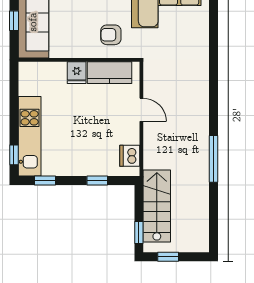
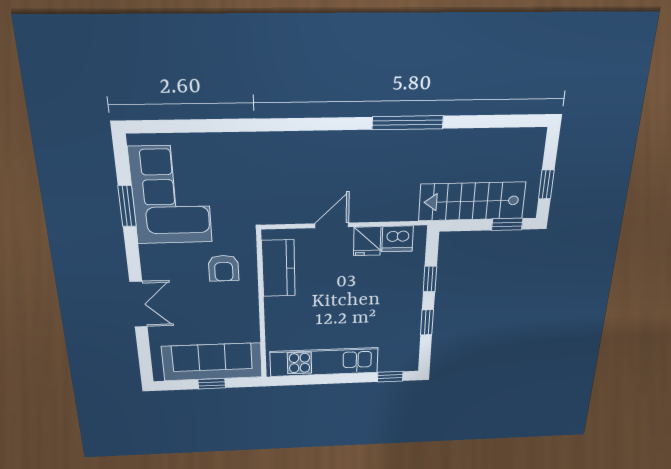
fridge: (77, 73) -> (367, 241), moved, turned 90
kitchen unit: (30, 136) -> (324, 362), moved
window: (45, 180) -> (427, 322), moved

